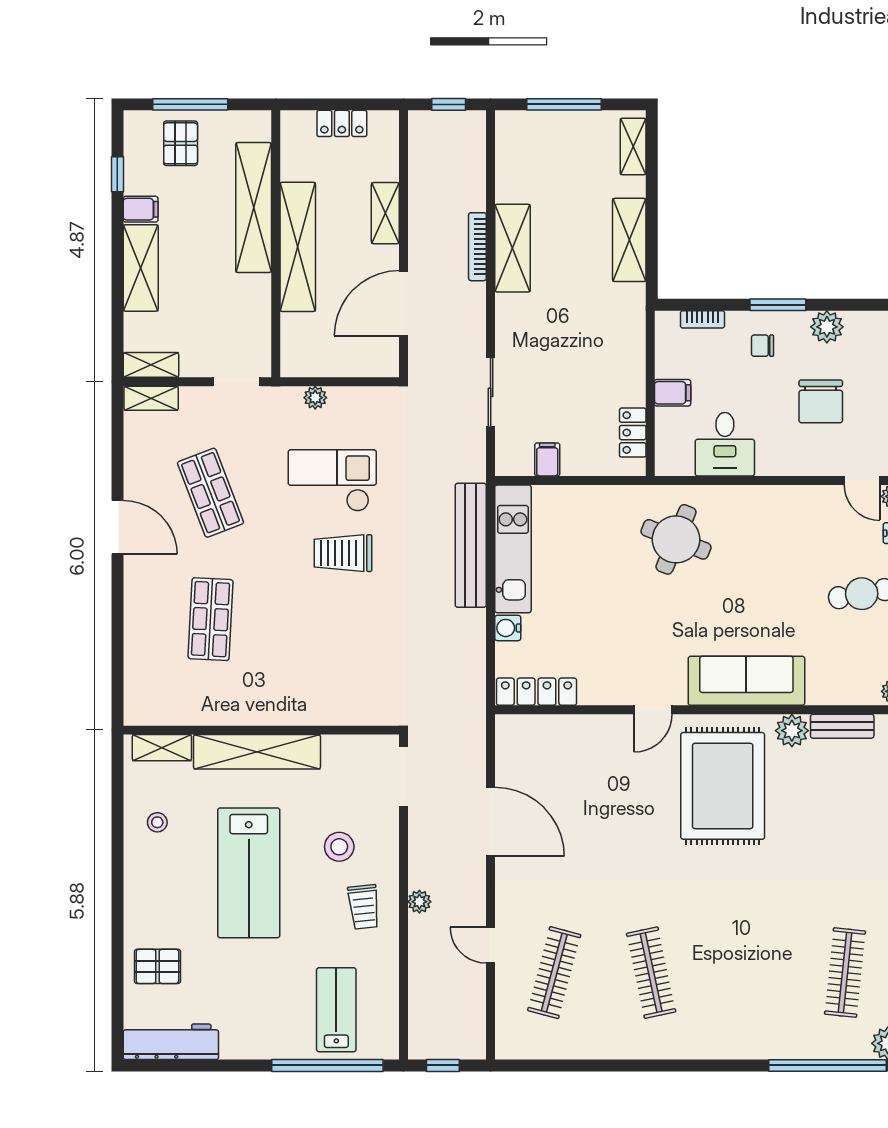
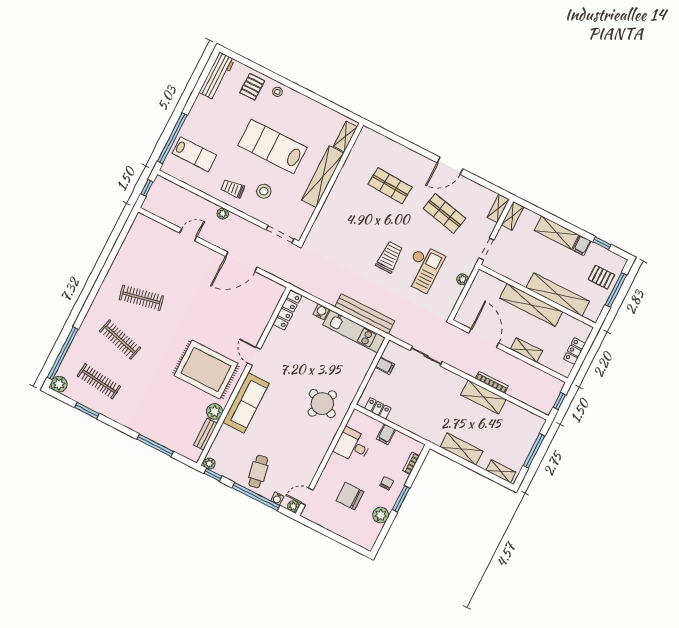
shop shelf: (211, 493) -> (444, 213), turned 33
stool: (157, 822) -> (277, 92), moved
clothes rail: (554, 973) -> (120, 340), moved

